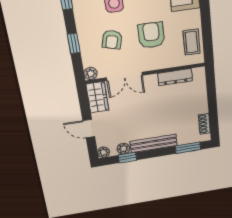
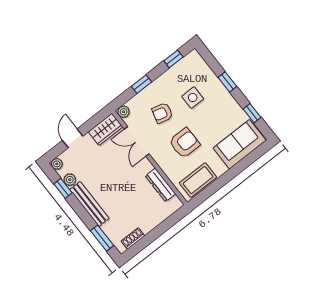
coffee table: (192, 42) -> (198, 180), width x1.36, depth x1.30

